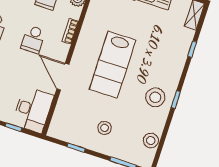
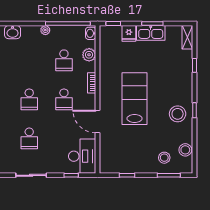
lab bench: (113, 65) -> (135, 99), turned 180
stool: (105, 128) -> (164, 158), moved

